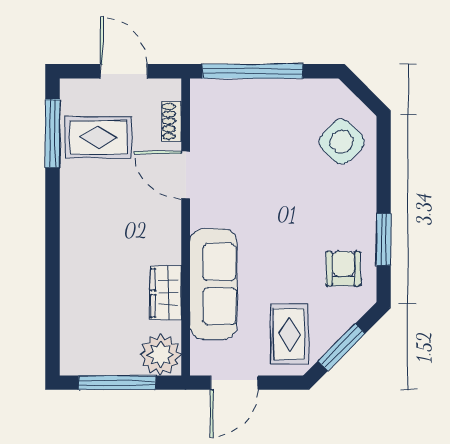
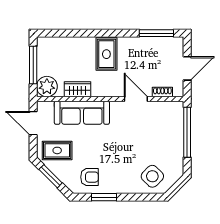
rug: (98, 137) -> (106, 54), moved
door: (186, 175) -> (136, 99), hinge flipped

